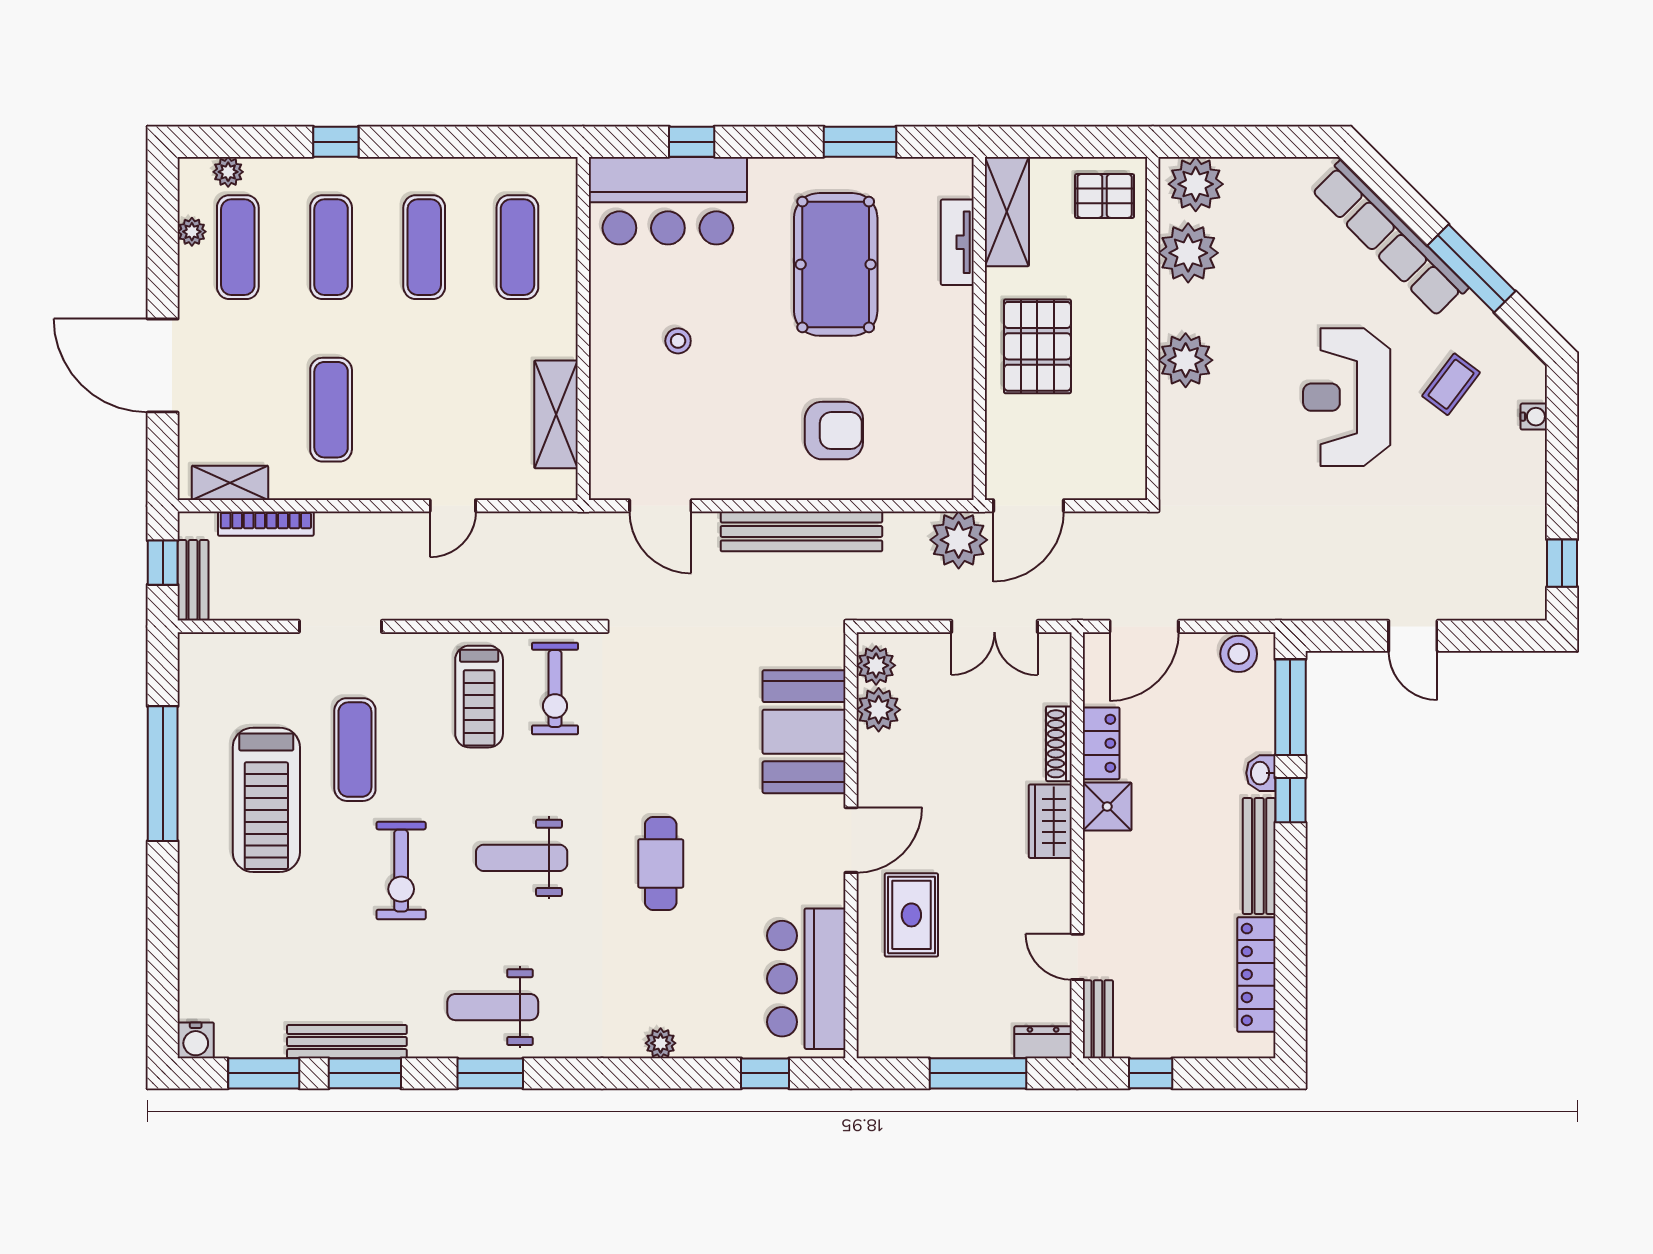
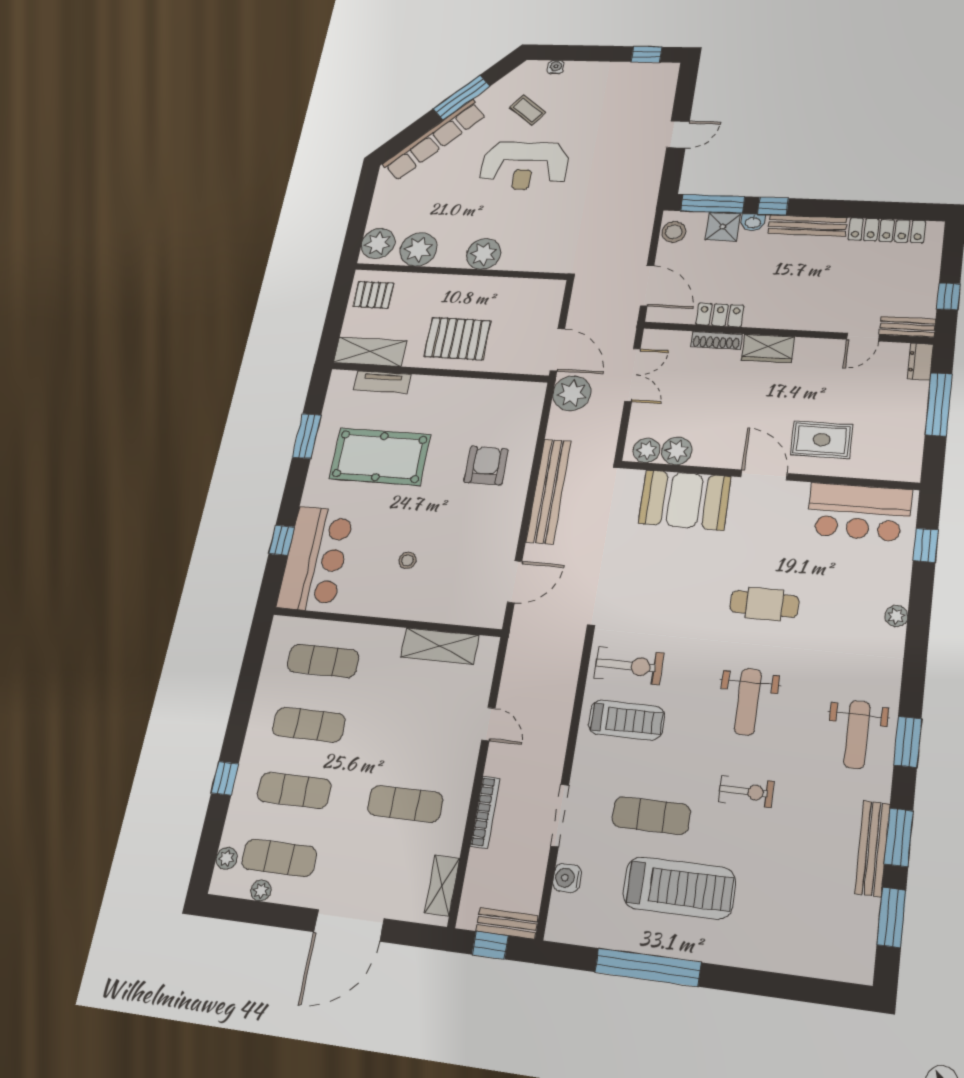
pallet: (1105, 196) -> (373, 295), turned 90
bookcase: (266, 524) -> (485, 812), moved
shower: (1107, 807) -> (723, 227), moved
exercise bike: (401, 871) -> (746, 791), width x0.73, depth x0.72
water cooler: (196, 1040) -> (567, 878), moved, turned 180

